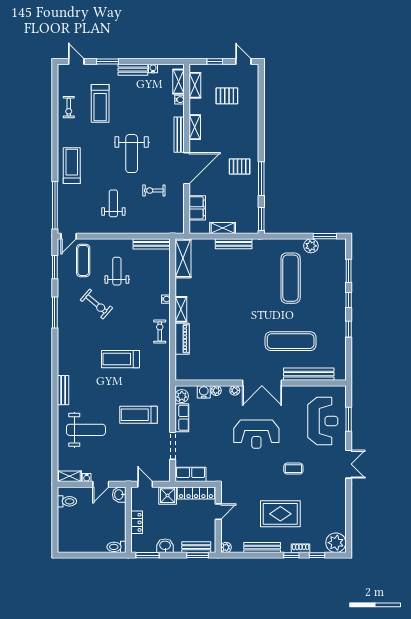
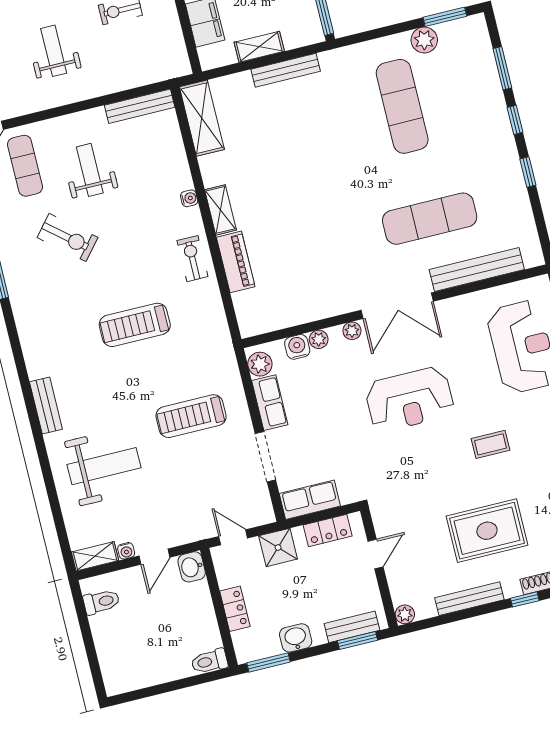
locker: (196, 493) -> (328, 530), width x0.66

